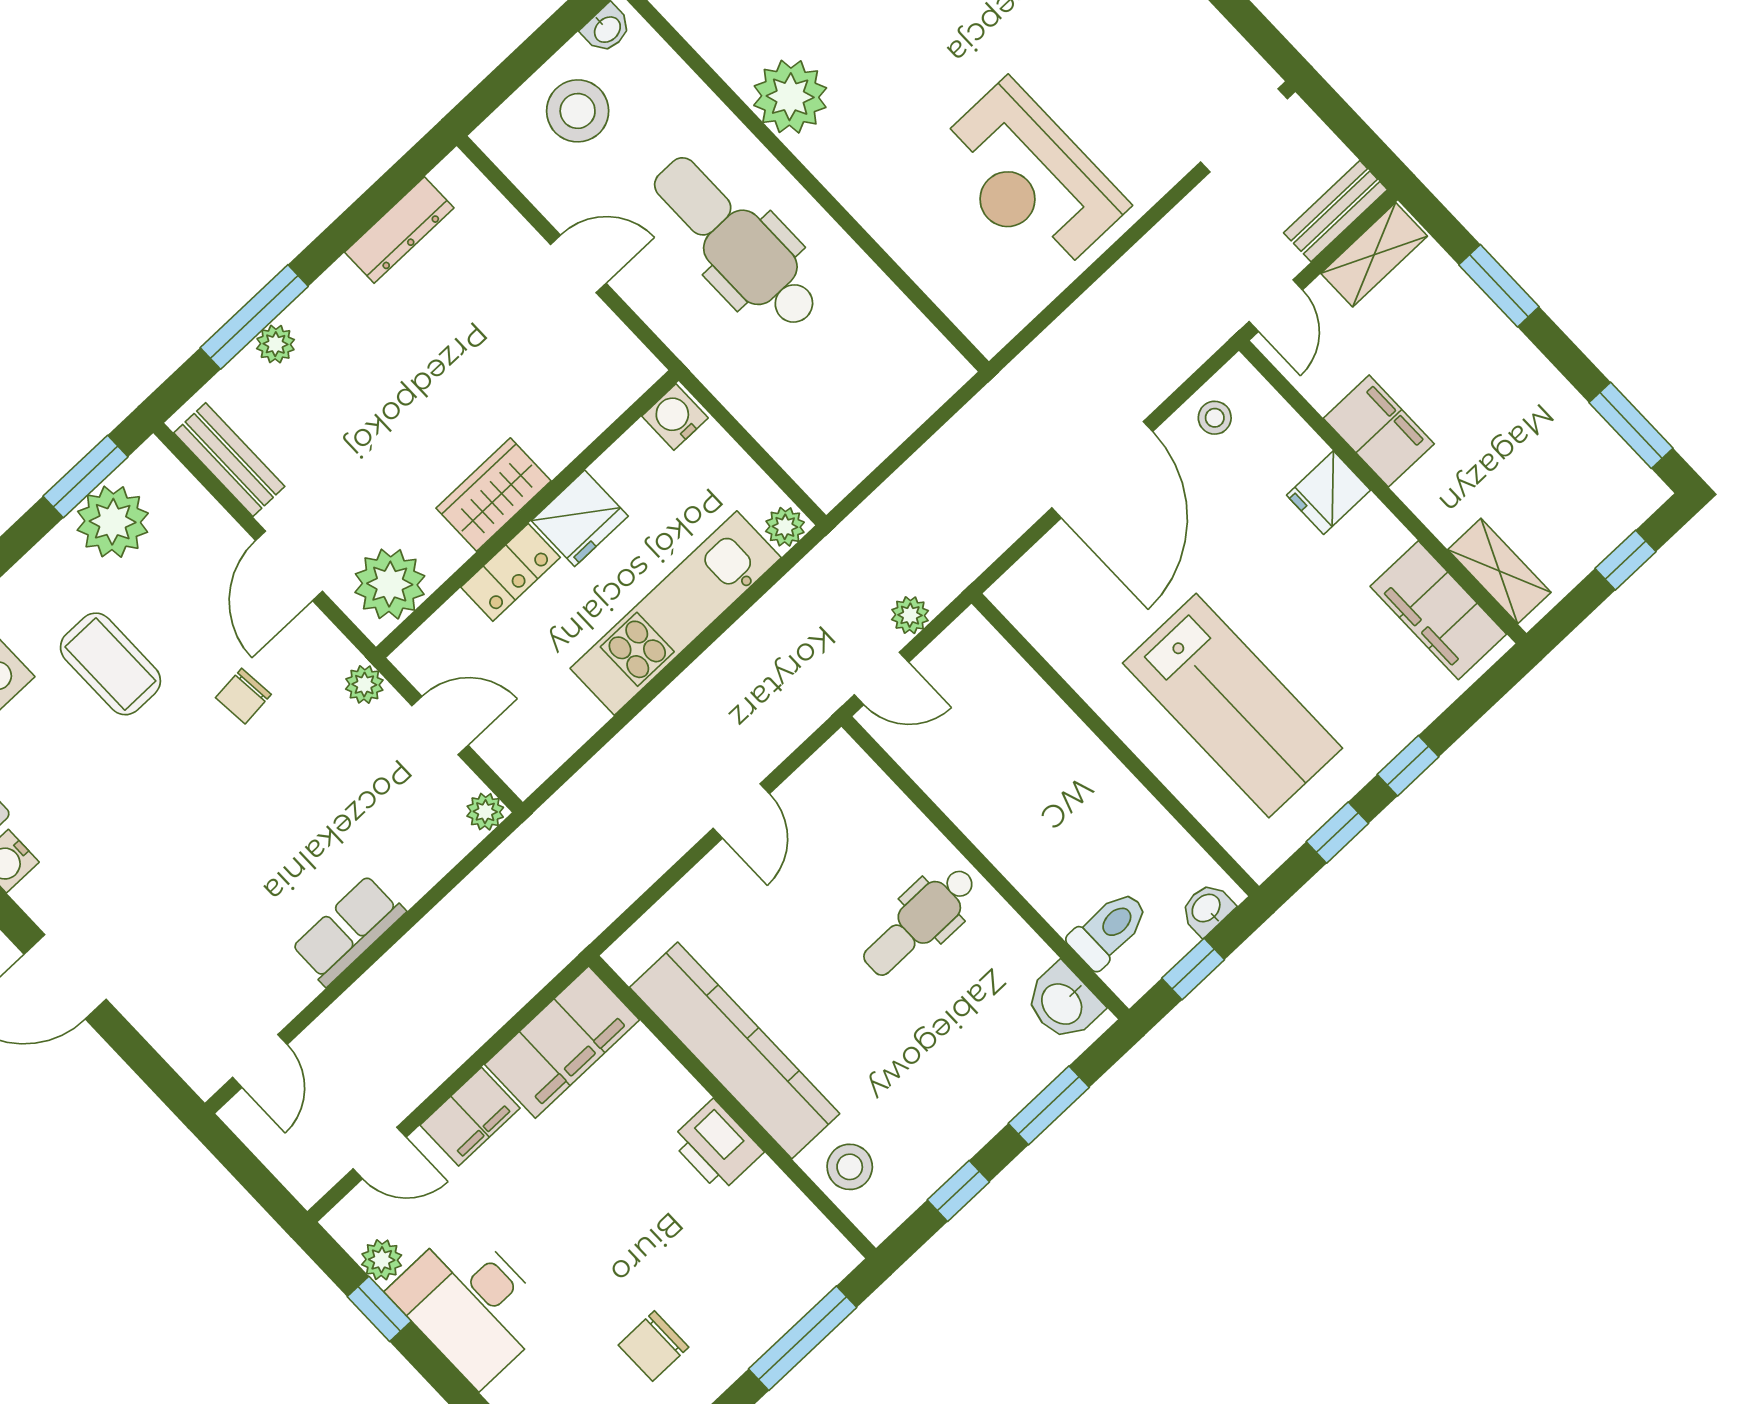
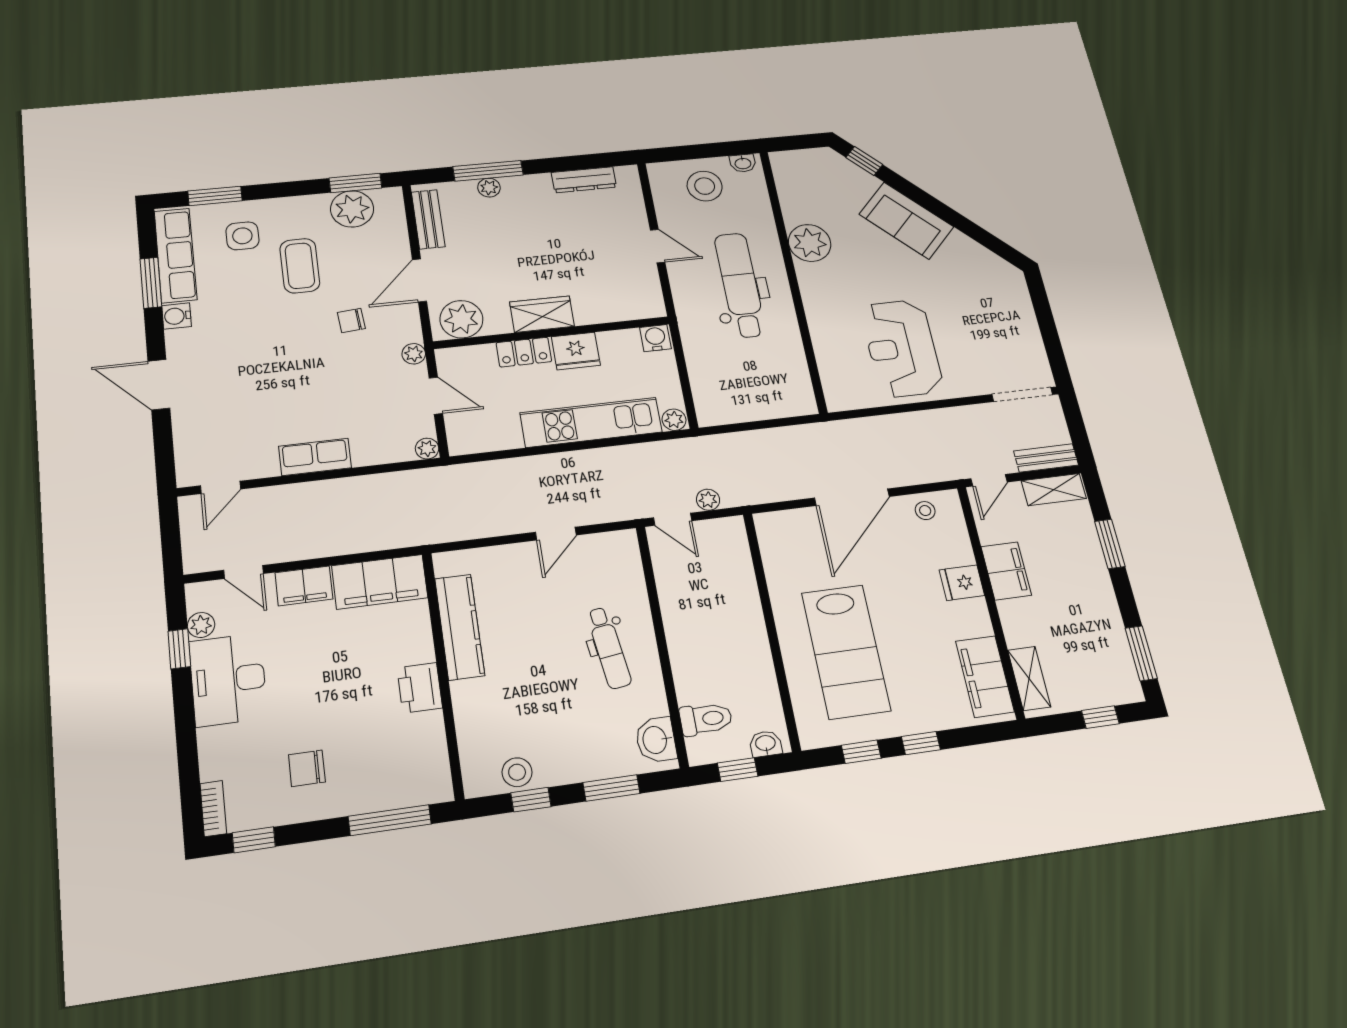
dental chair: (920, 922) -> (609, 648), turned -98
kitchen counter: (735, 1050) -> (460, 627), width x0.72, depth x0.86
stool: (850, 1167) -> (517, 772), moved

